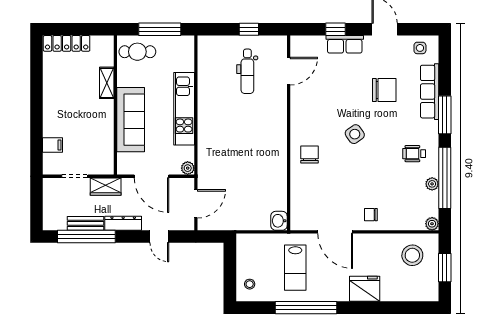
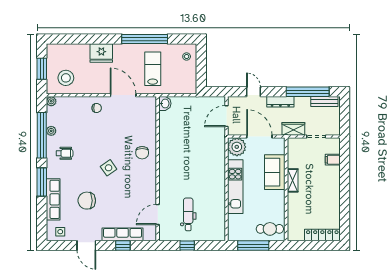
row of seats: (345, 44) -> (123, 234), width x1.48
shelving: (107, 83) -> (293, 180), moved
sofa: (131, 120) -> (275, 172), width x0.73
plant: (188, 168) -> (237, 147), width x1.88, depth x1.88
bench: (86, 223) -> (324, 102), moved

